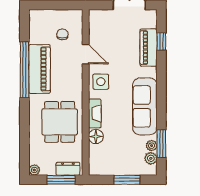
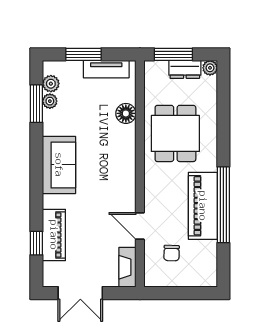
side table: (101, 82) -> (119, 188), removed
sofa: (145, 106) -> (59, 165), width x0.73
fireplace: (95, 113) -> (127, 267), moved
dresser: (68, 169) -> (185, 69), moved
tv unit: (110, 169) -> (106, 69), added

